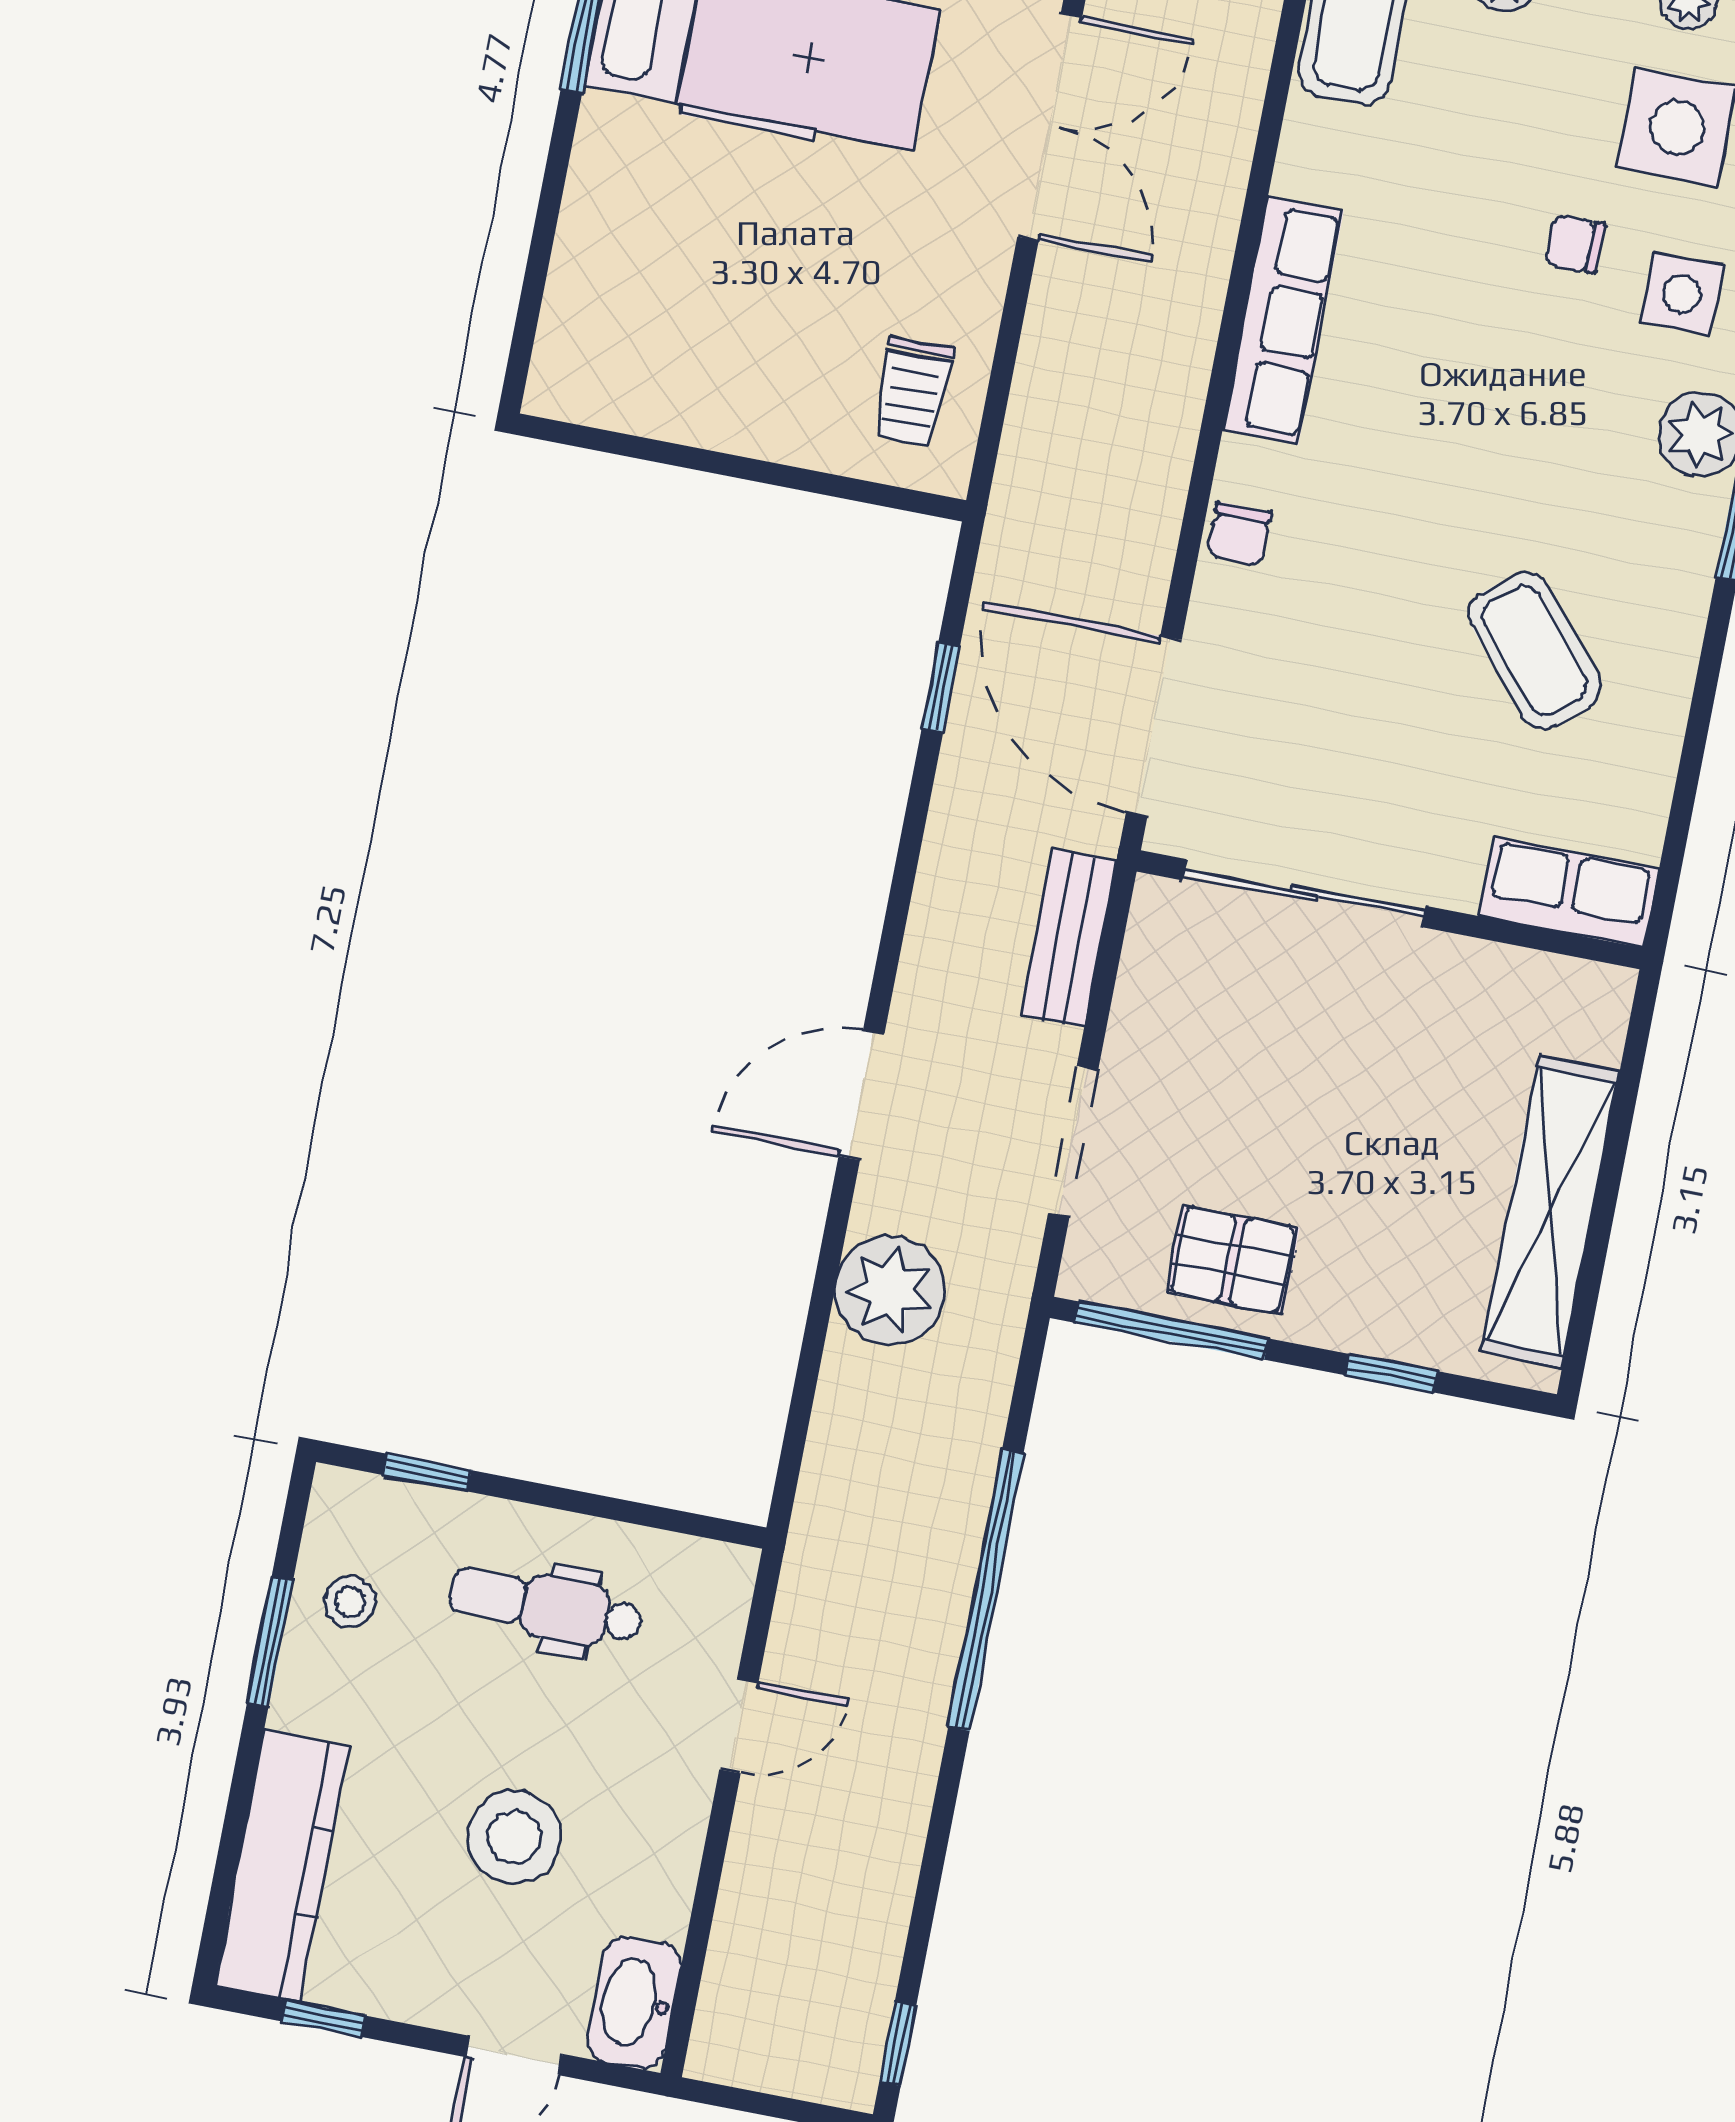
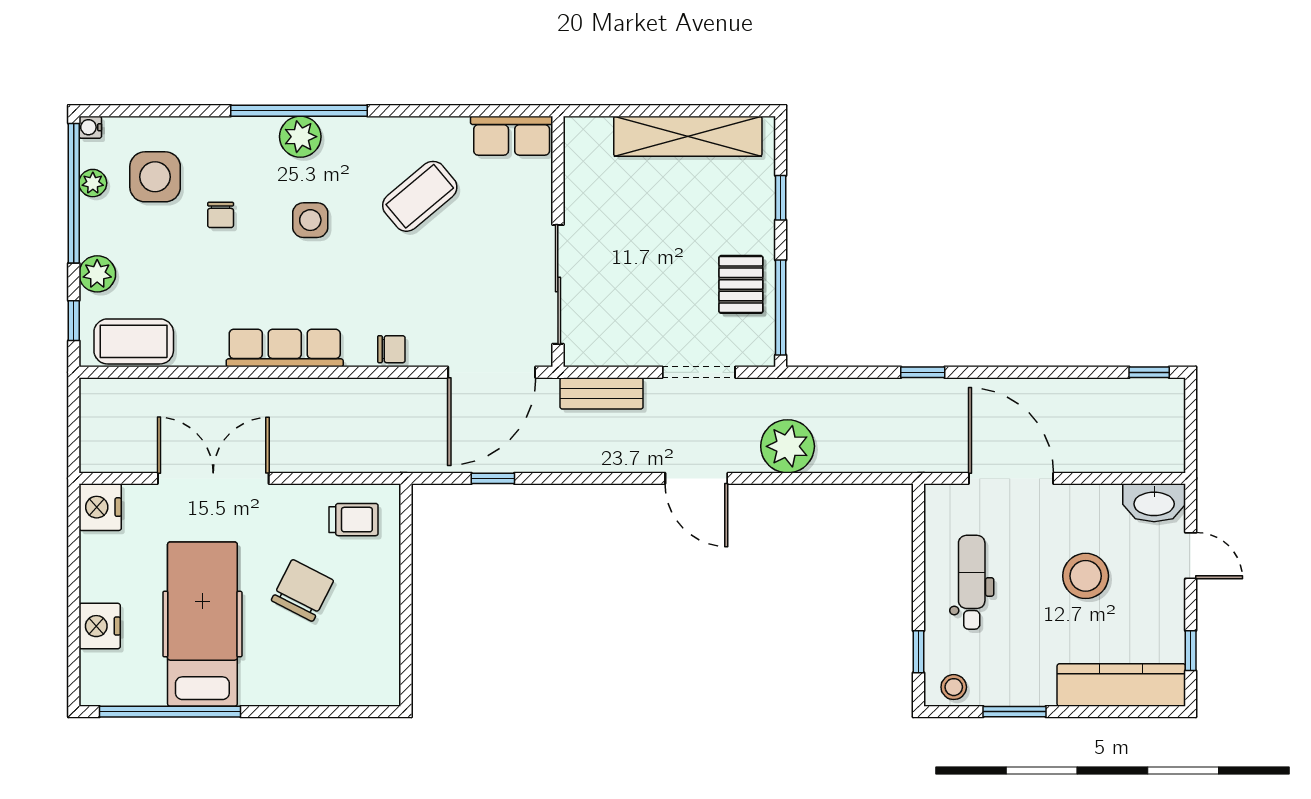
chair: (790, 262) -> (302, 590), added
side table: (1682, 294) -> (310, 220), moved
row of seats: (1569, 893) -> (512, 136), moved, turned -90
window: (986, 1590) -> (923, 372), width x0.32
stool: (350, 1602) -> (954, 687), moved
dental chair: (546, 1606) -> (972, 582), turned 180
door: (739, 1726) -> (1011, 478), width x1.87

